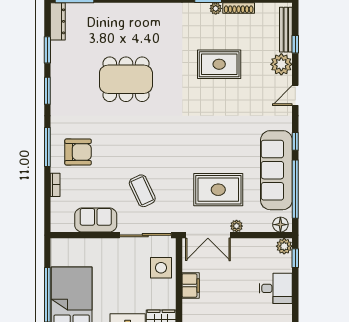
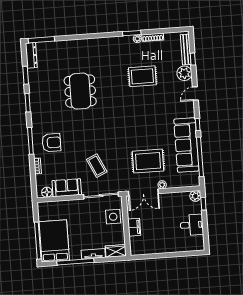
dining table: (126, 79) -> (80, 91), turned 90
floor lamp: (280, 225) -> (47, 192), moved

